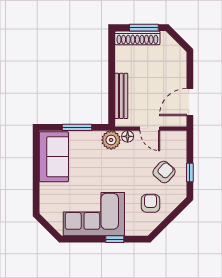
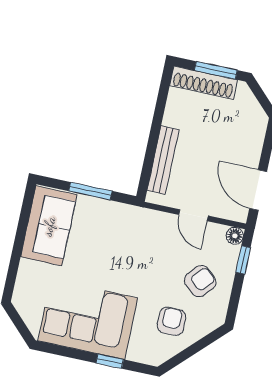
door: (190, 102) -> (258, 190), hinge flipped
floor lamp: (128, 136) -> (235, 236), moved
plant: (111, 140) -> (135, 219), removed
window: (190, 172) -> (243, 260), moved

